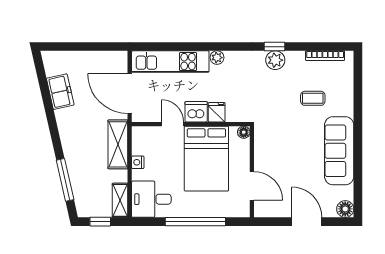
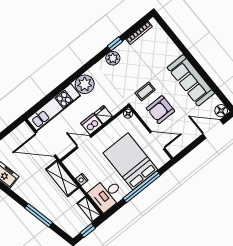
window: (274, 47) -> (115, 44), moved
plant: (217, 58) -> (85, 84), width x1.88, depth x1.88
coffee table: (313, 98) -> (145, 91), moved
armchair: (282, 156) -> (160, 110), added
bed: (206, 159) -> (130, 161), moved, turned 180
window: (65, 180) -> (39, 215), moved
door: (307, 222) -> (213, 129), moved

